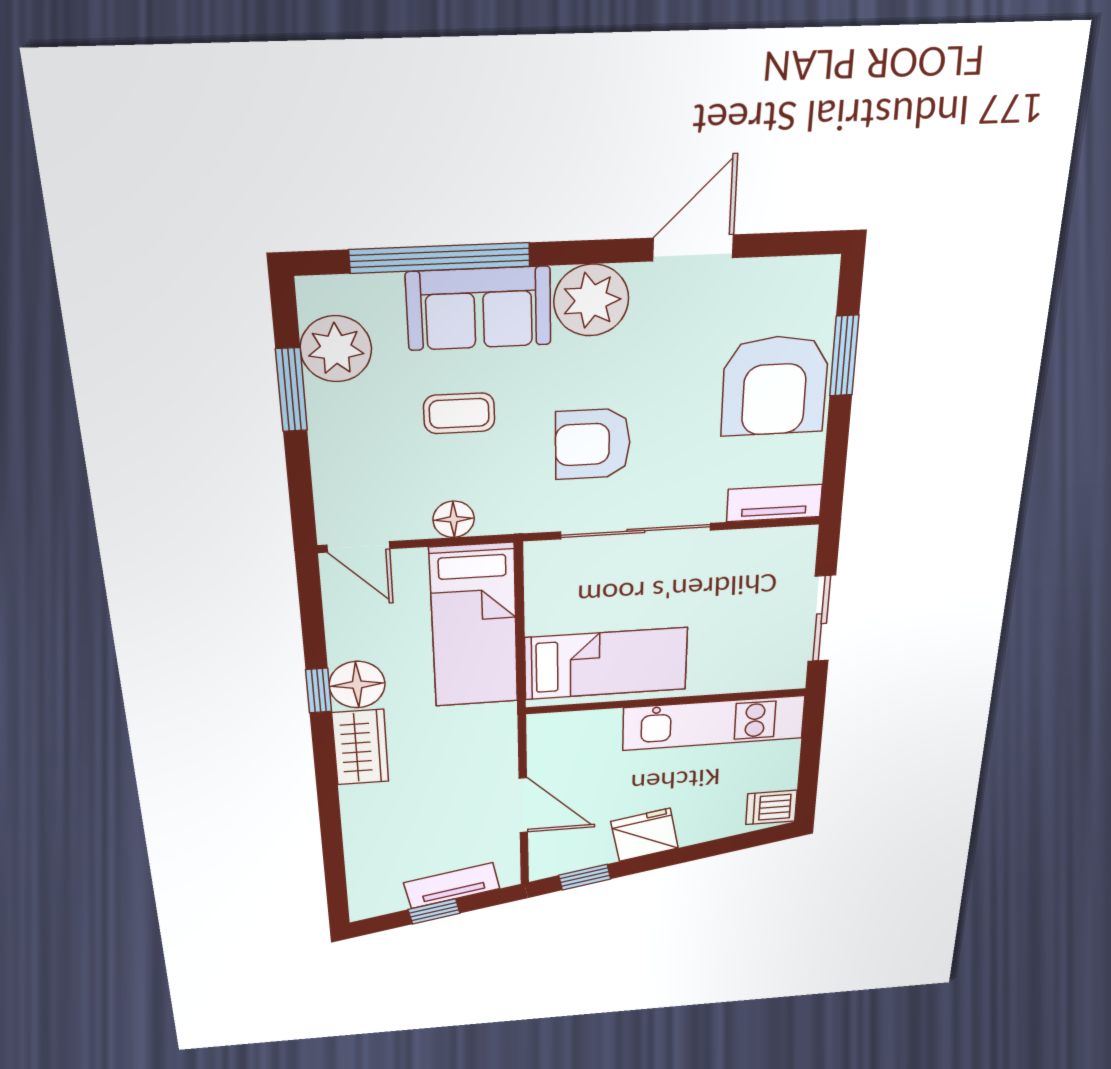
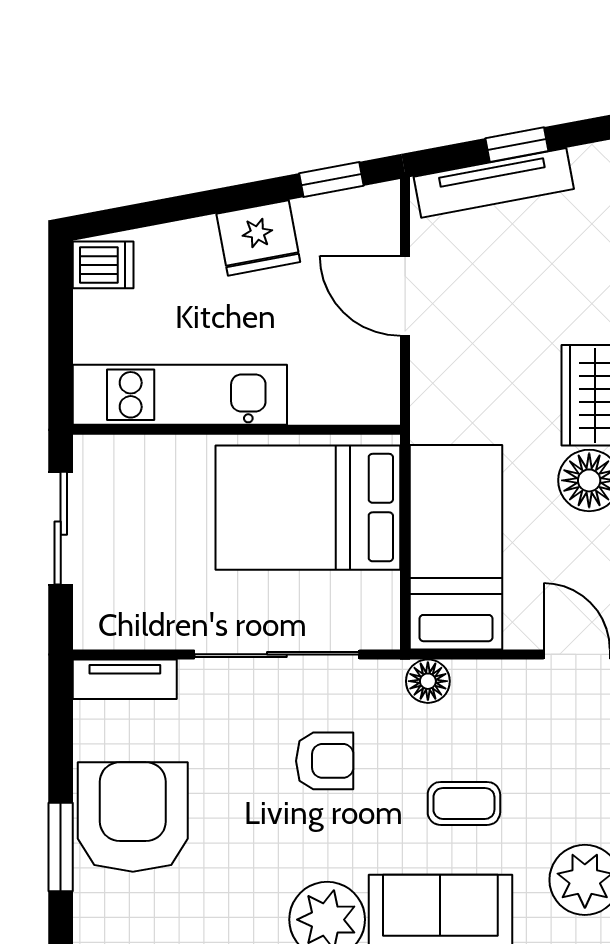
armchair: (593, 444) -> (325, 761), width x0.72, depth x0.72
floor lamp: (454, 519) -> (428, 681), moved
bed: (606, 663) -> (308, 508), width x1.50
tv unit: (452, 886) -> (494, 183), width x1.41

